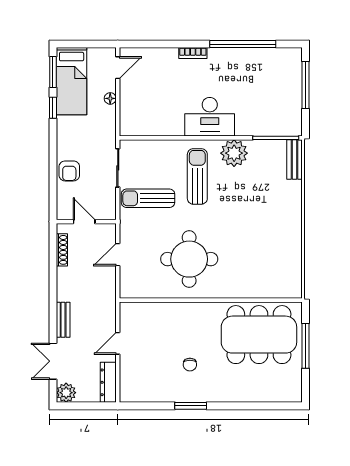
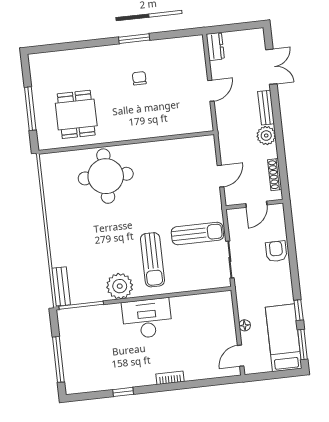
window: (243, 44) -> (123, 392), width x0.32
door: (84, 222) -> (256, 204), hinge flipped
round table: (189, 259) -> (106, 176), moved
dining table: (259, 335) -> (76, 114), width x0.53, depth x0.80
dresser: (108, 382) -> (215, 46), width x0.70
plant: (66, 393) -> (266, 136), moved

